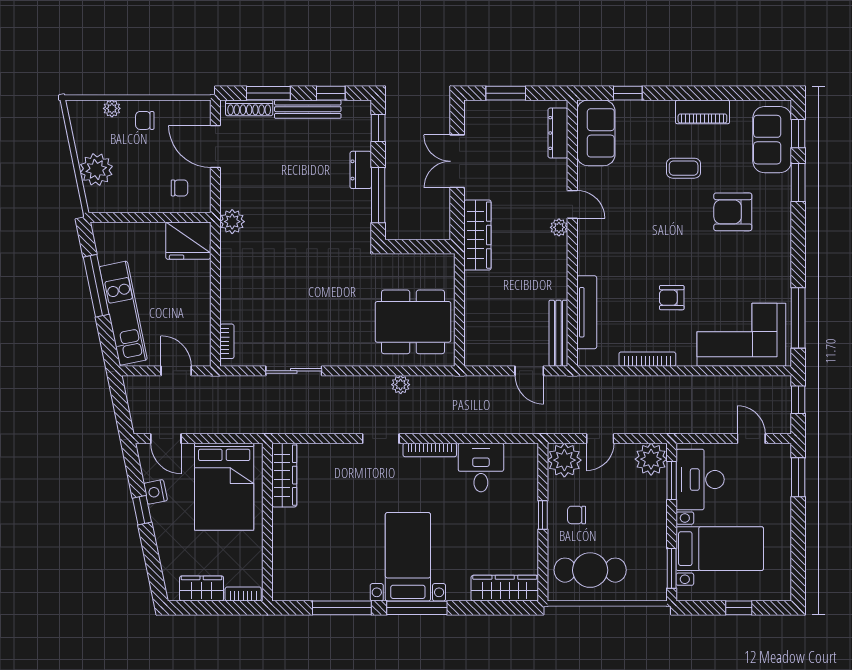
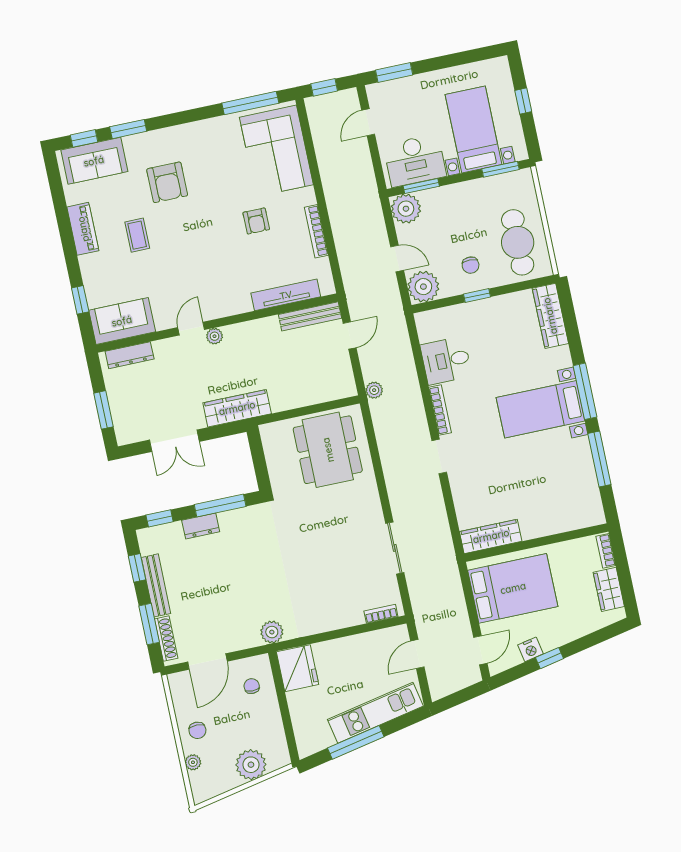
plant: (401, 385) -> (374, 390), moved

